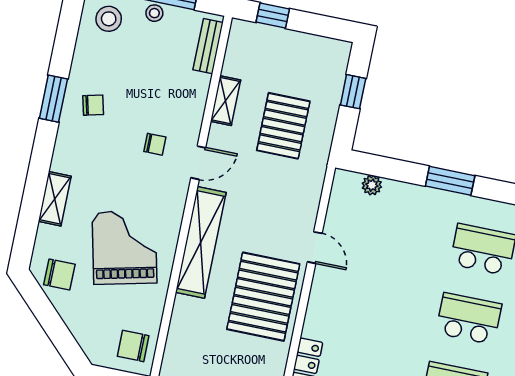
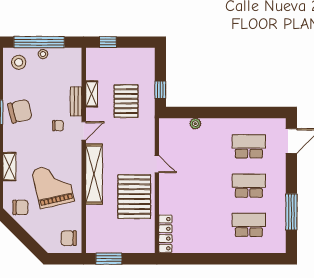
bench: (208, 46) -> (76, 101), moved
window: (353, 92) -> (160, 90), moved
chair: (93, 105) -> (20, 111), width x1.87, depth x1.87
window: (450, 181) -> (223, 112), removed
plant: (372, 185) -> (195, 124), moved

